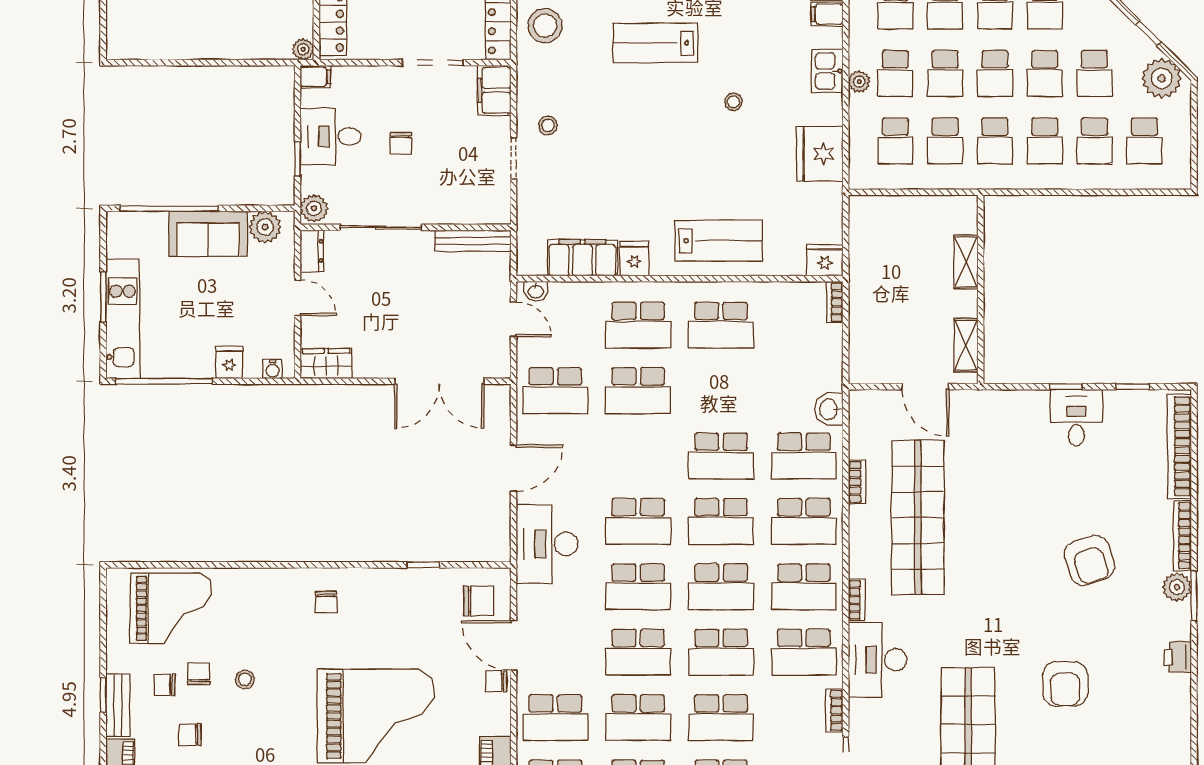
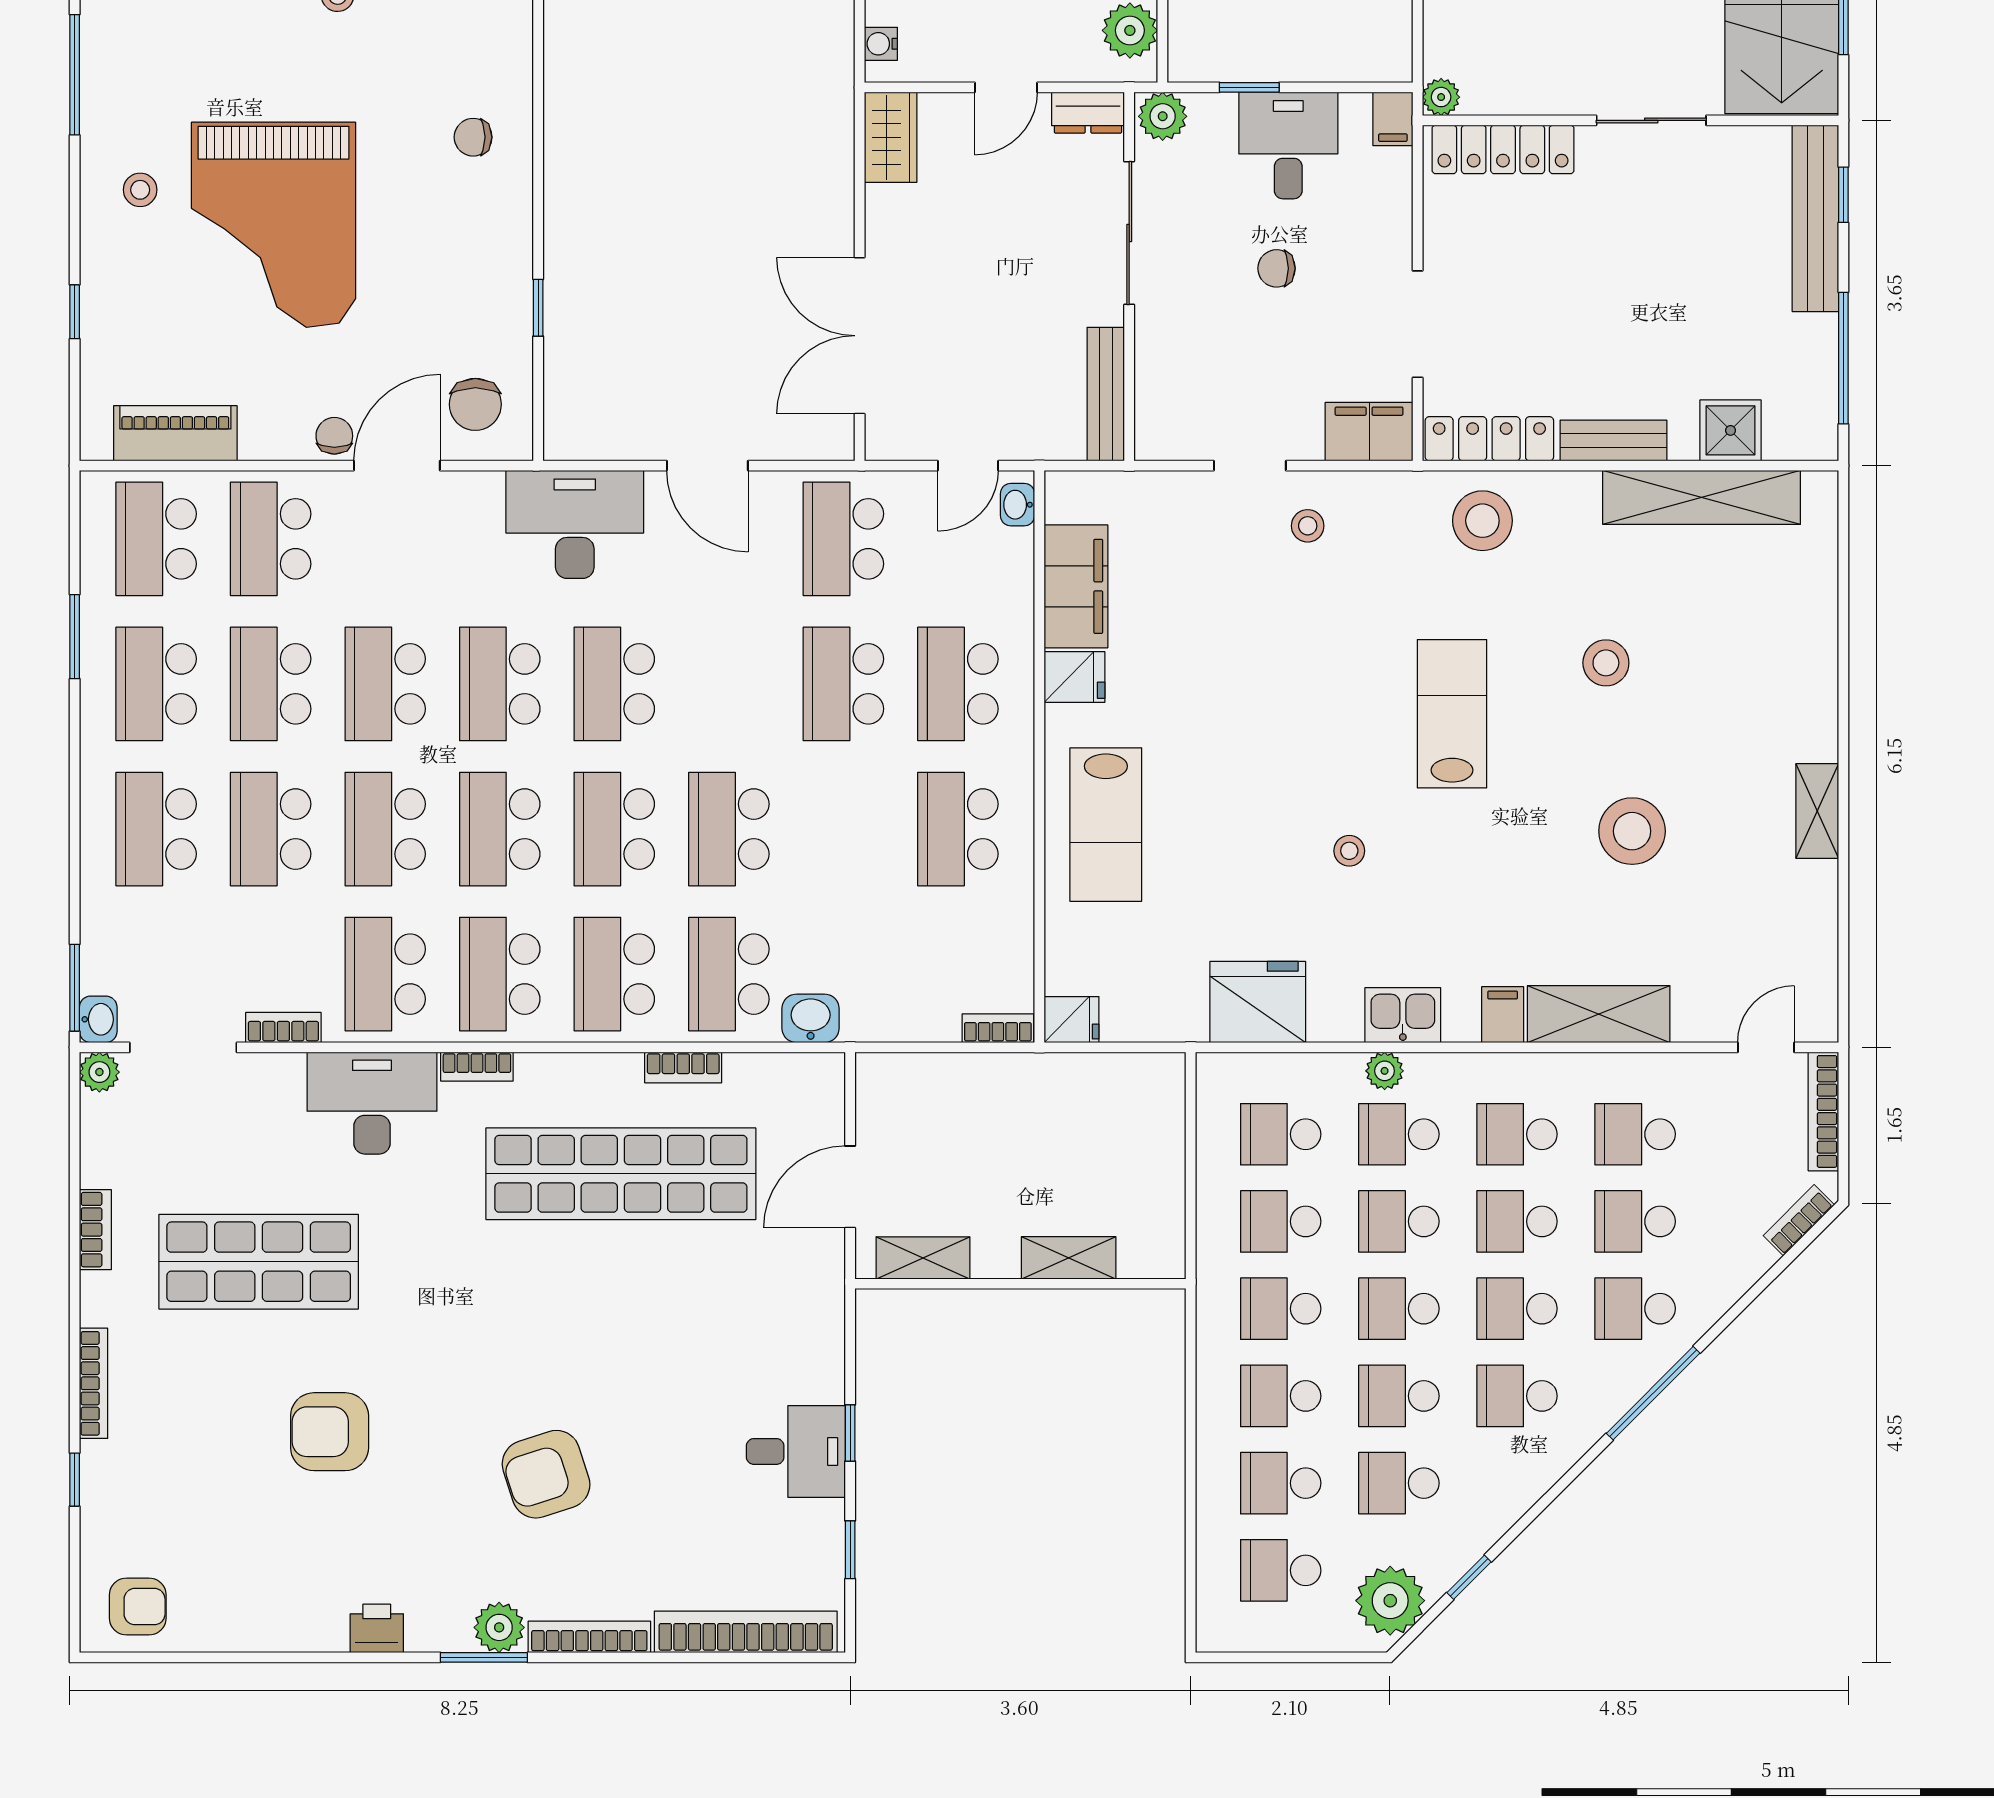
fridge: (825, 260) -> (1072, 1020), width x0.72

